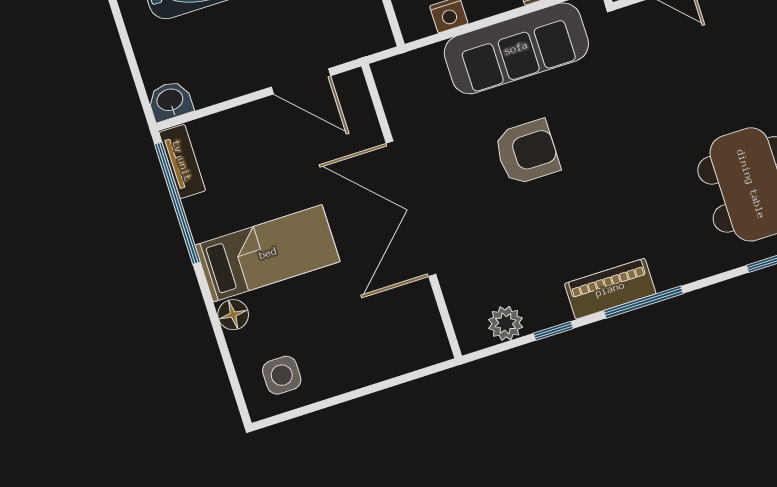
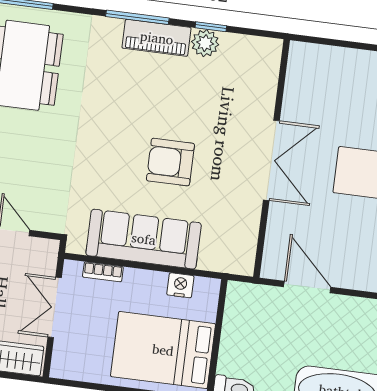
double door: (411, 209) -> (271, 160), width x0.73
plant: (506, 323) -> (205, 43), moved

